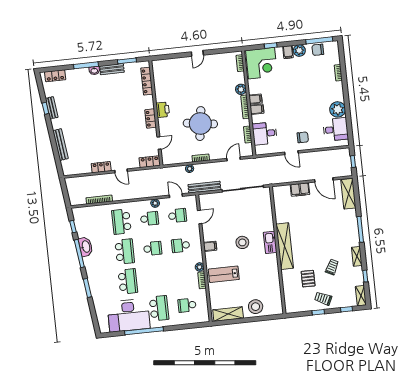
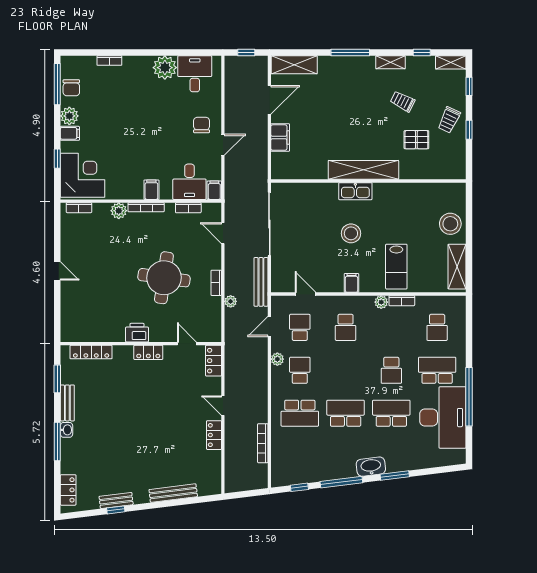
filing cabinet: (256, 99) -> (214, 190), moved
door: (121, 171) -> (223, 406), swing flipped
washbasin: (86, 247) -> (371, 467), moved
school desk: (153, 248) -> (391, 370), moved, turned 180

